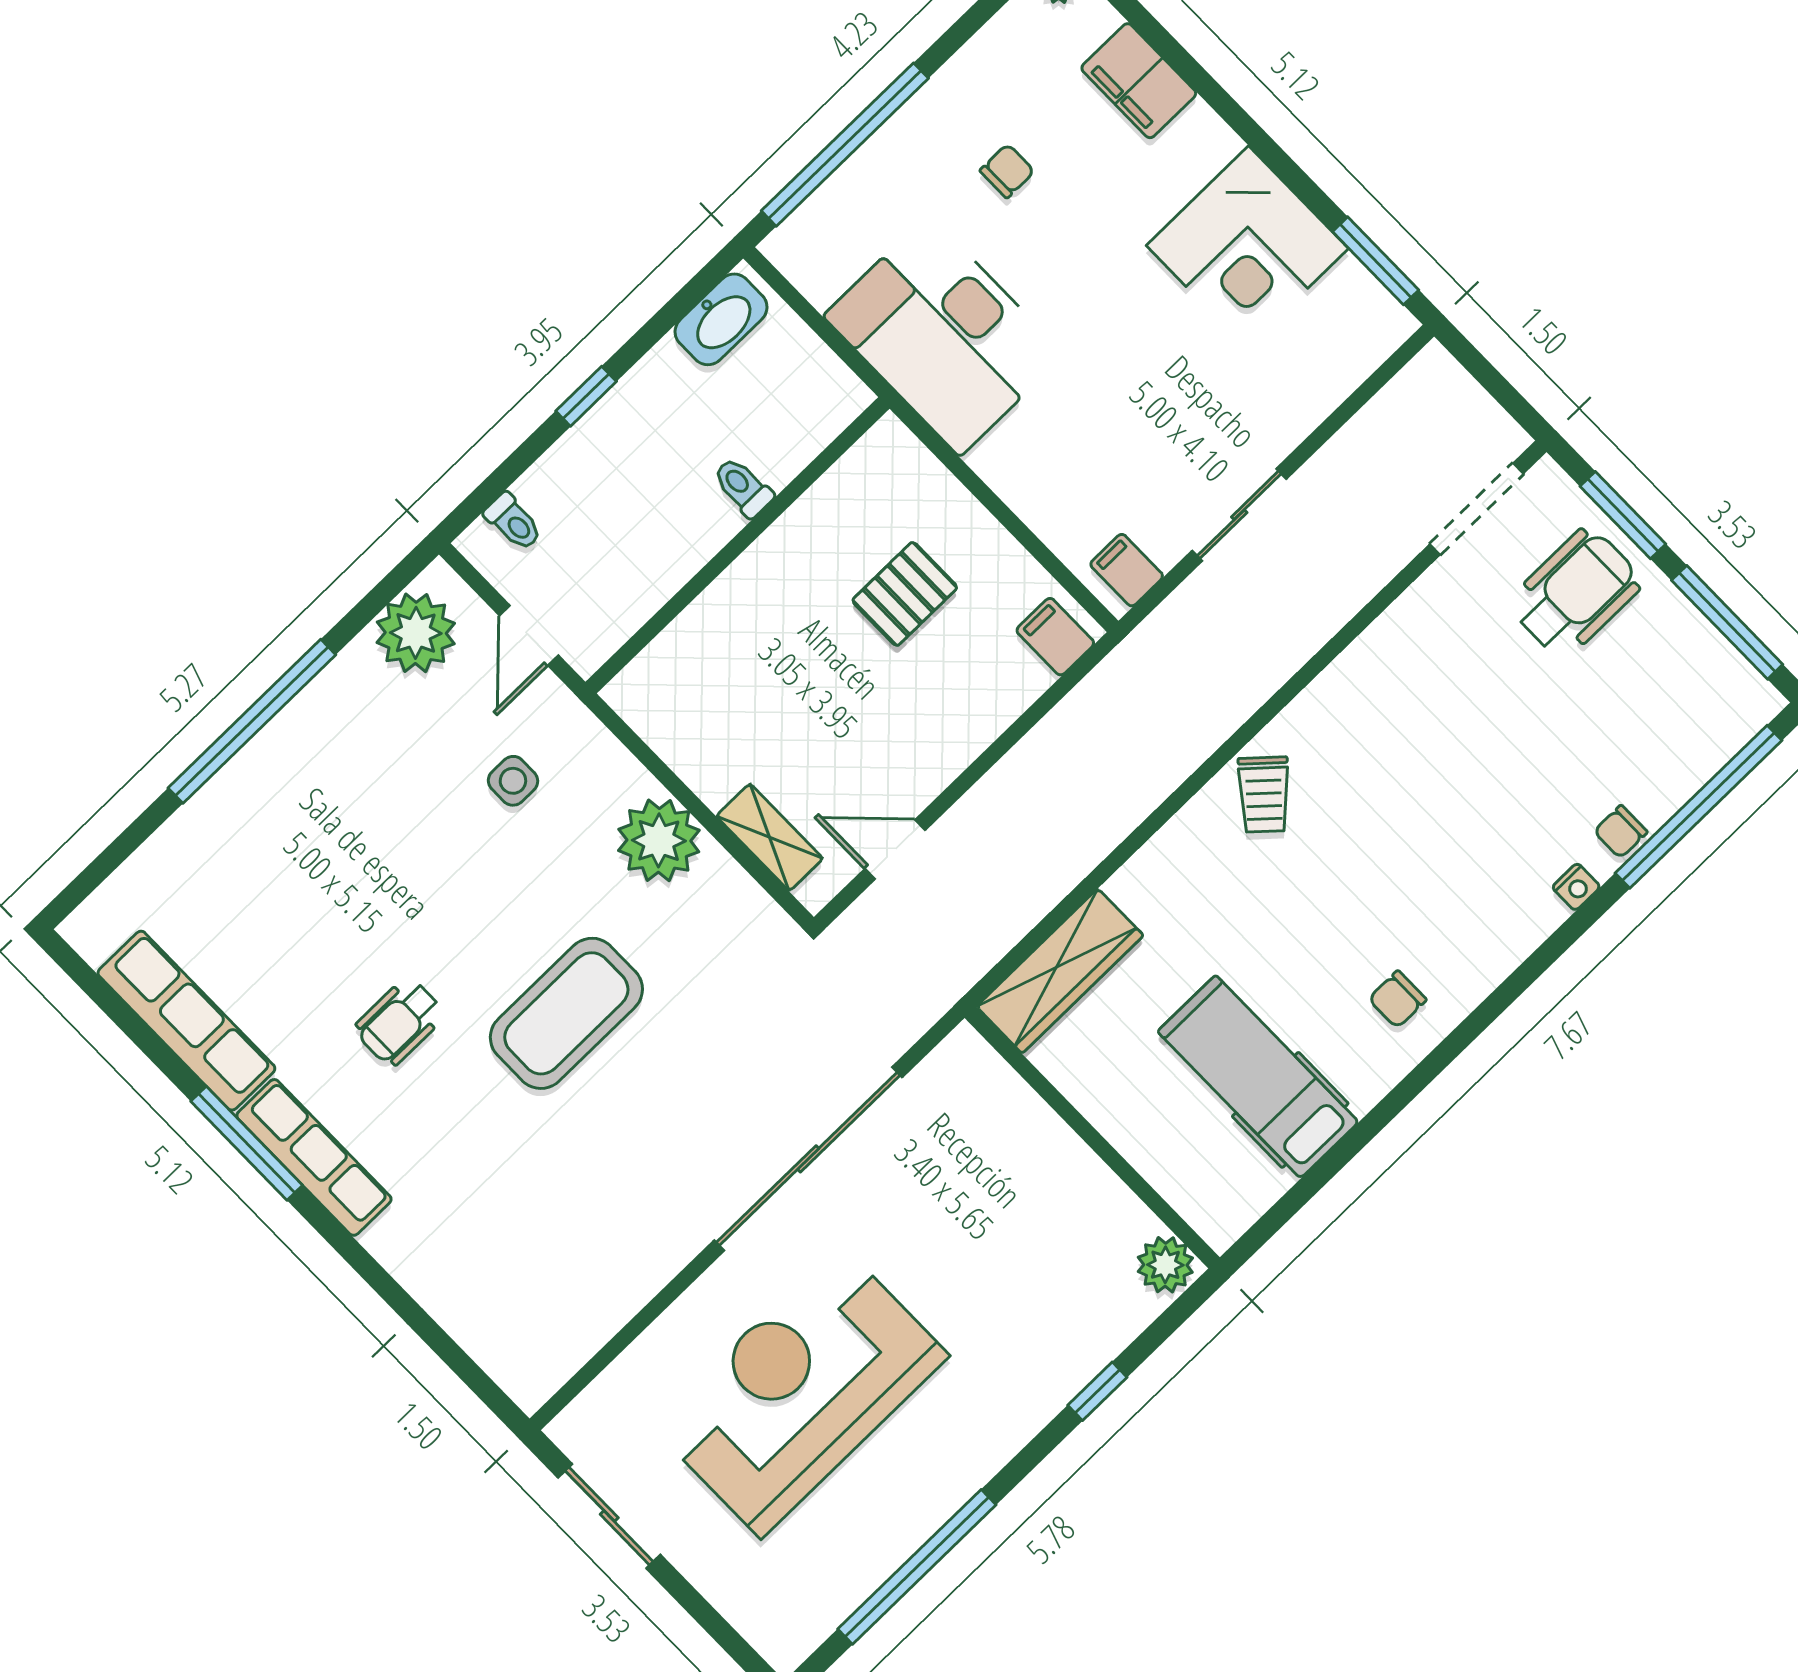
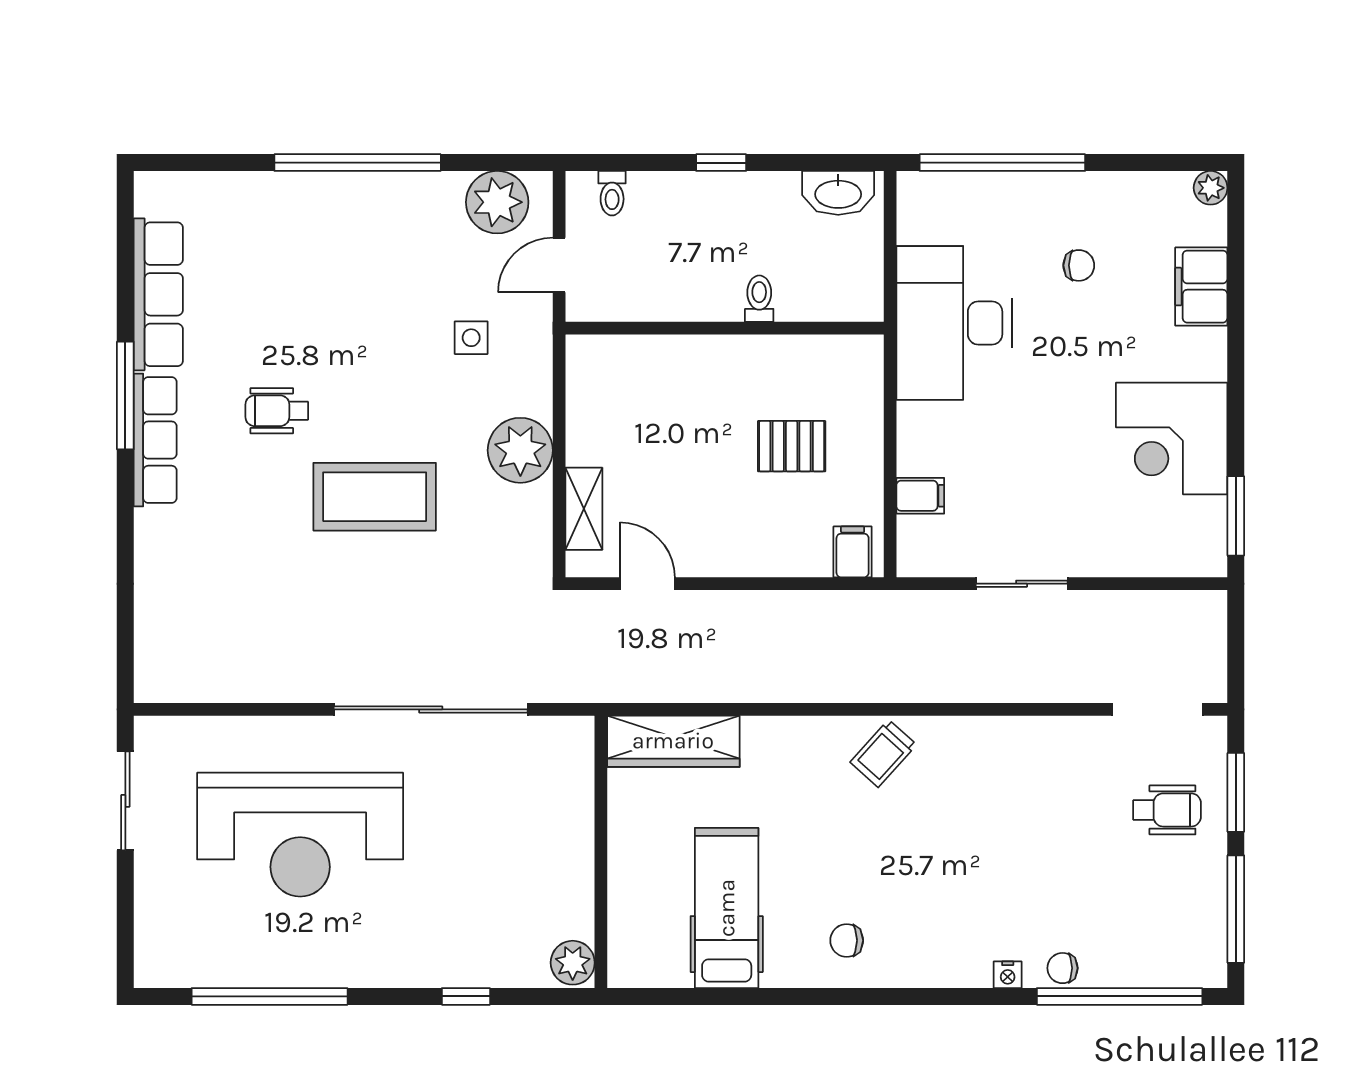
filing cabinet: (1127, 570) -> (920, 496), moved, turned 90
wheelchair: (1575, 593) -> (1167, 810), width x0.73, depth x0.73
reception desk: (800, 1391) -> (300, 835), turned 180

